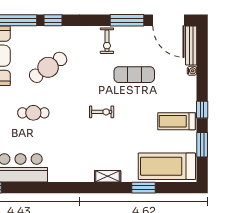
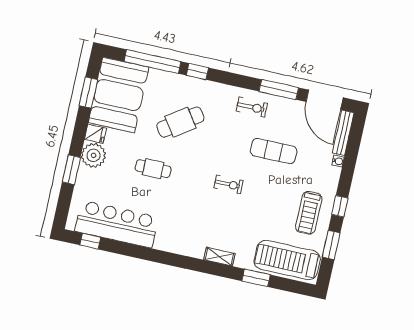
exercise bike: (107, 41) -> (252, 107), turned -90
treadmill: (176, 121) -> (309, 213), turned -90

